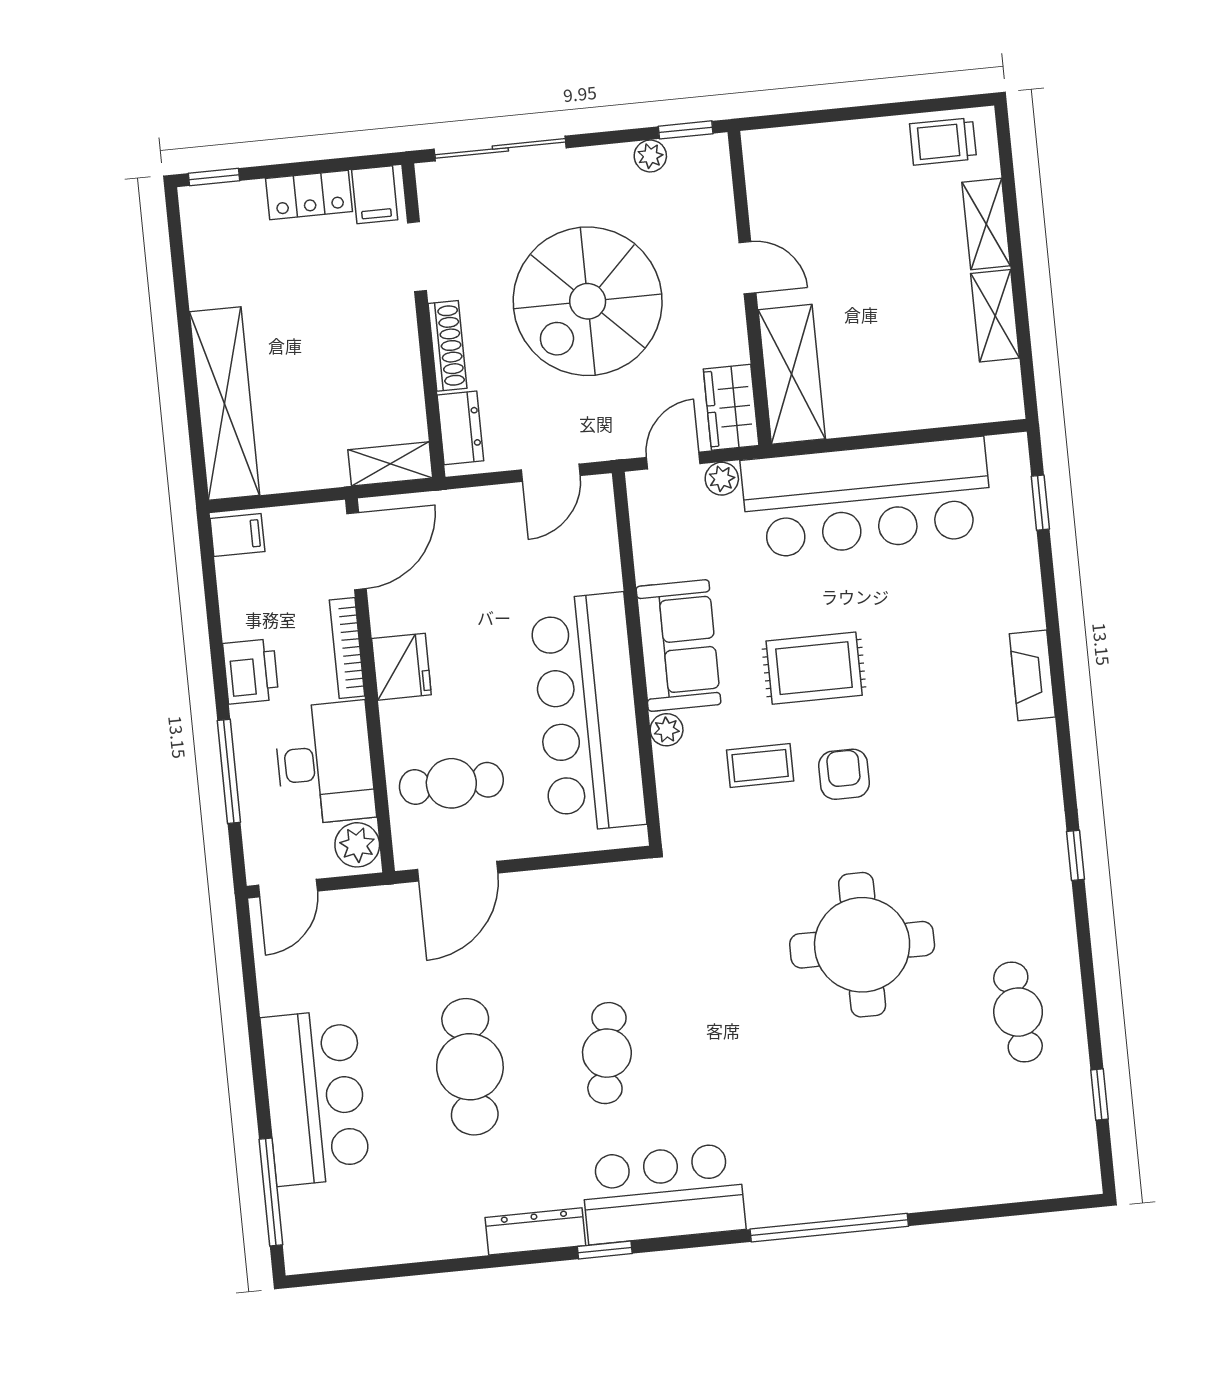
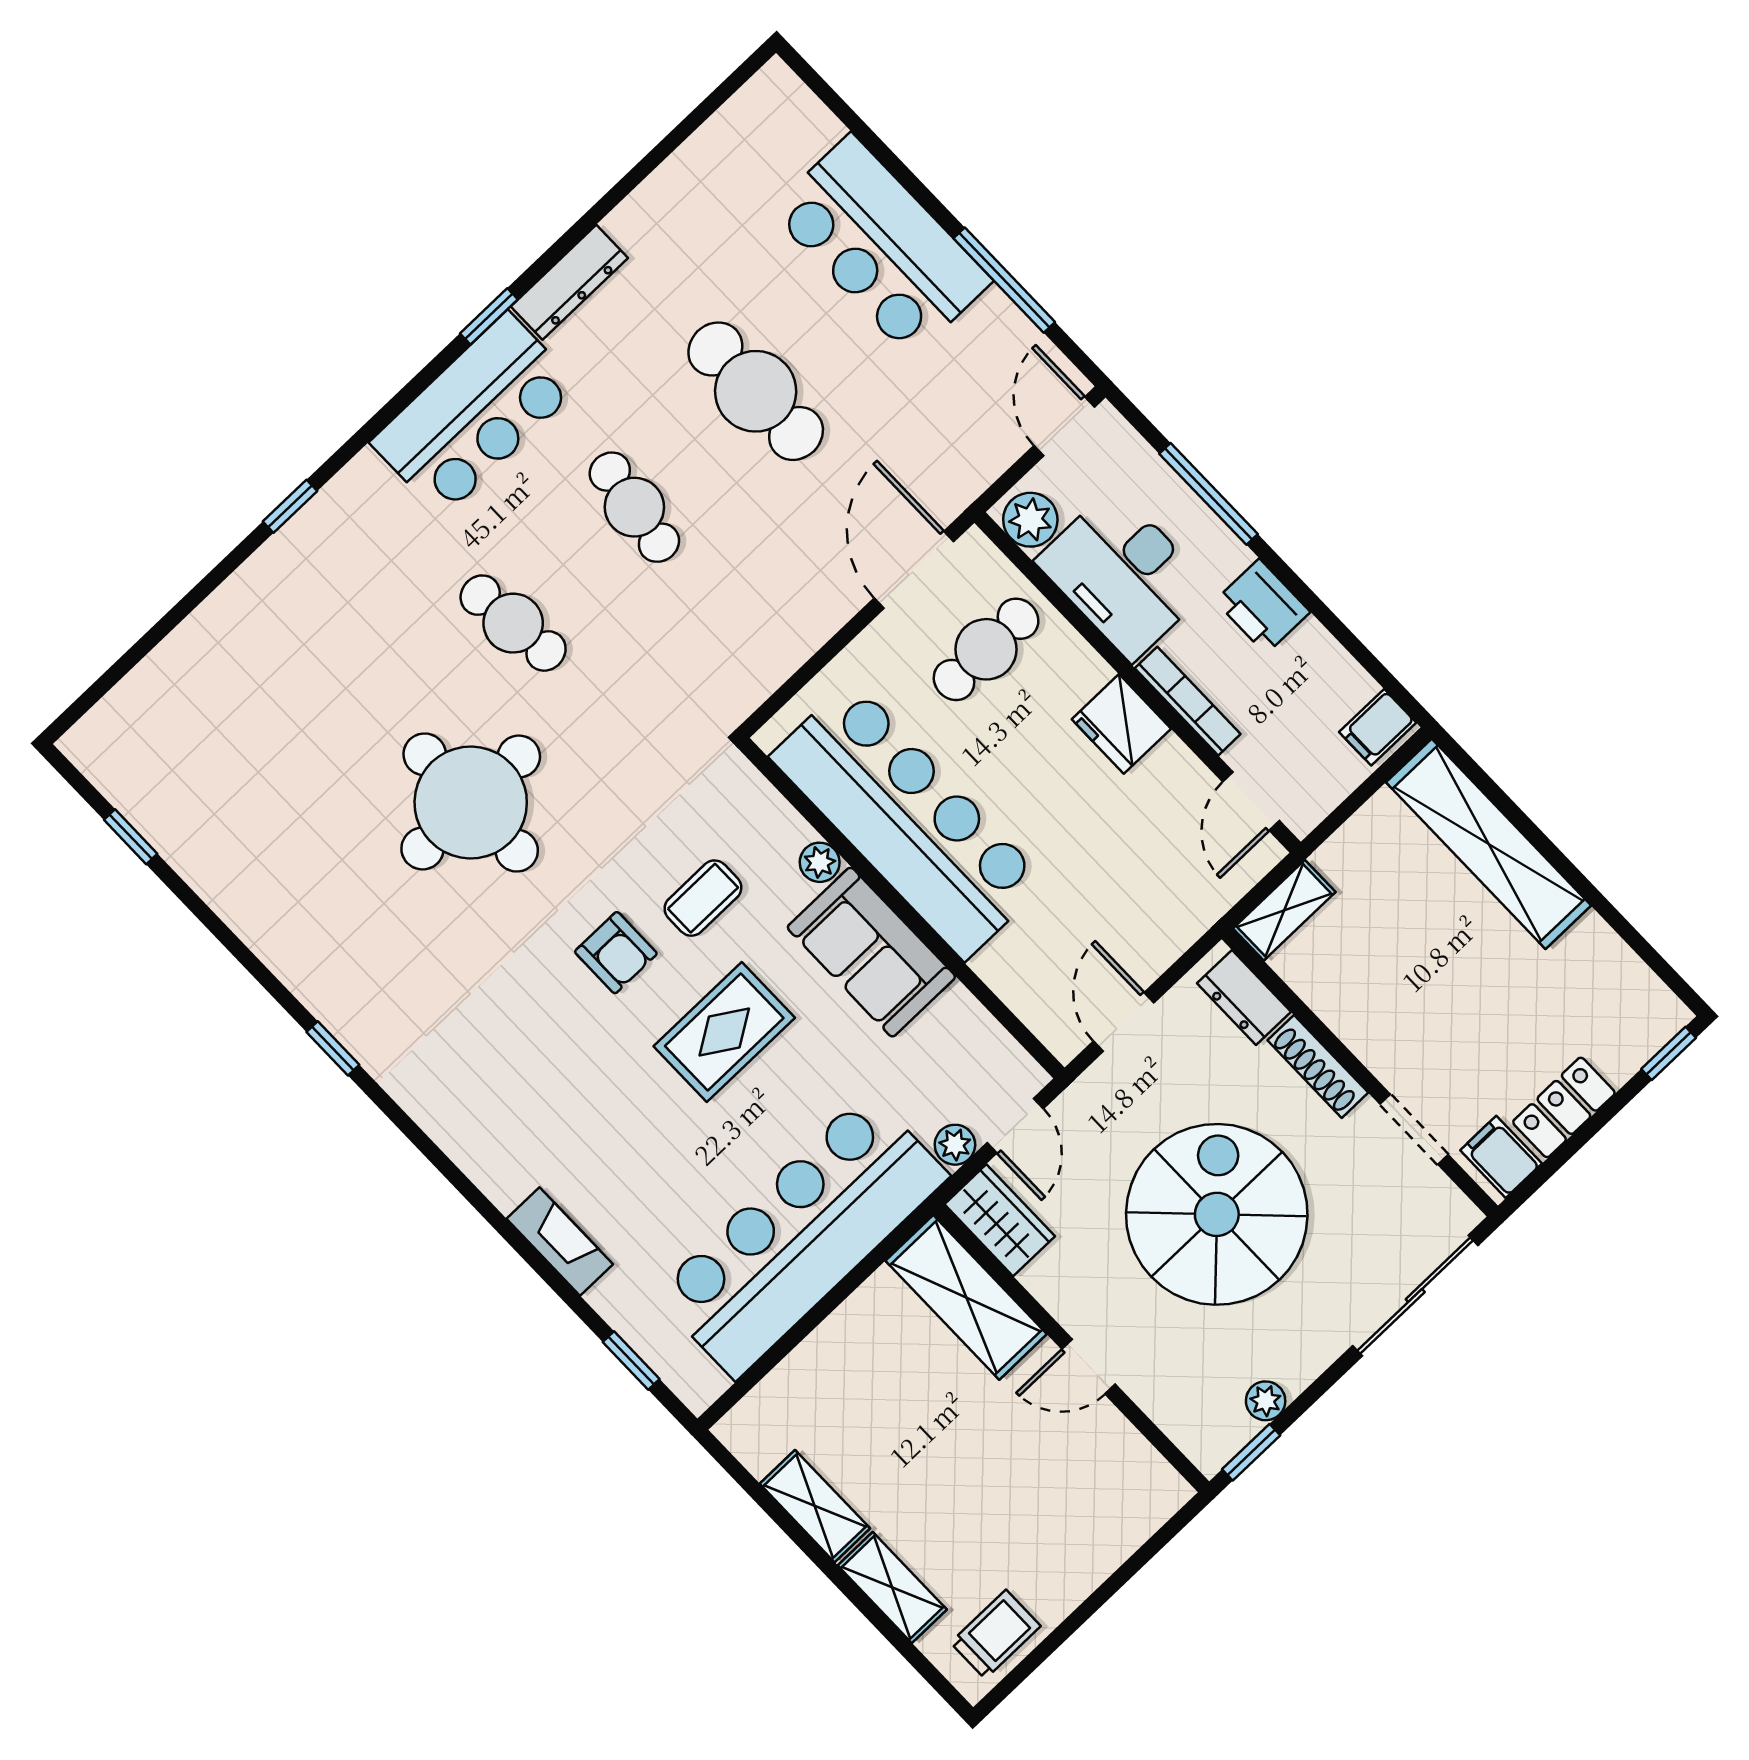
door: (357, 551) -> (1251, 801), width x0.73
fireplace: (1032, 675) -> (560, 1241), moved
cafe table: (1018, 1012) -> (513, 623), moved
window: (271, 1192) -> (1004, 280), moved
window: (829, 1228) -> (290, 506), width x0.32

